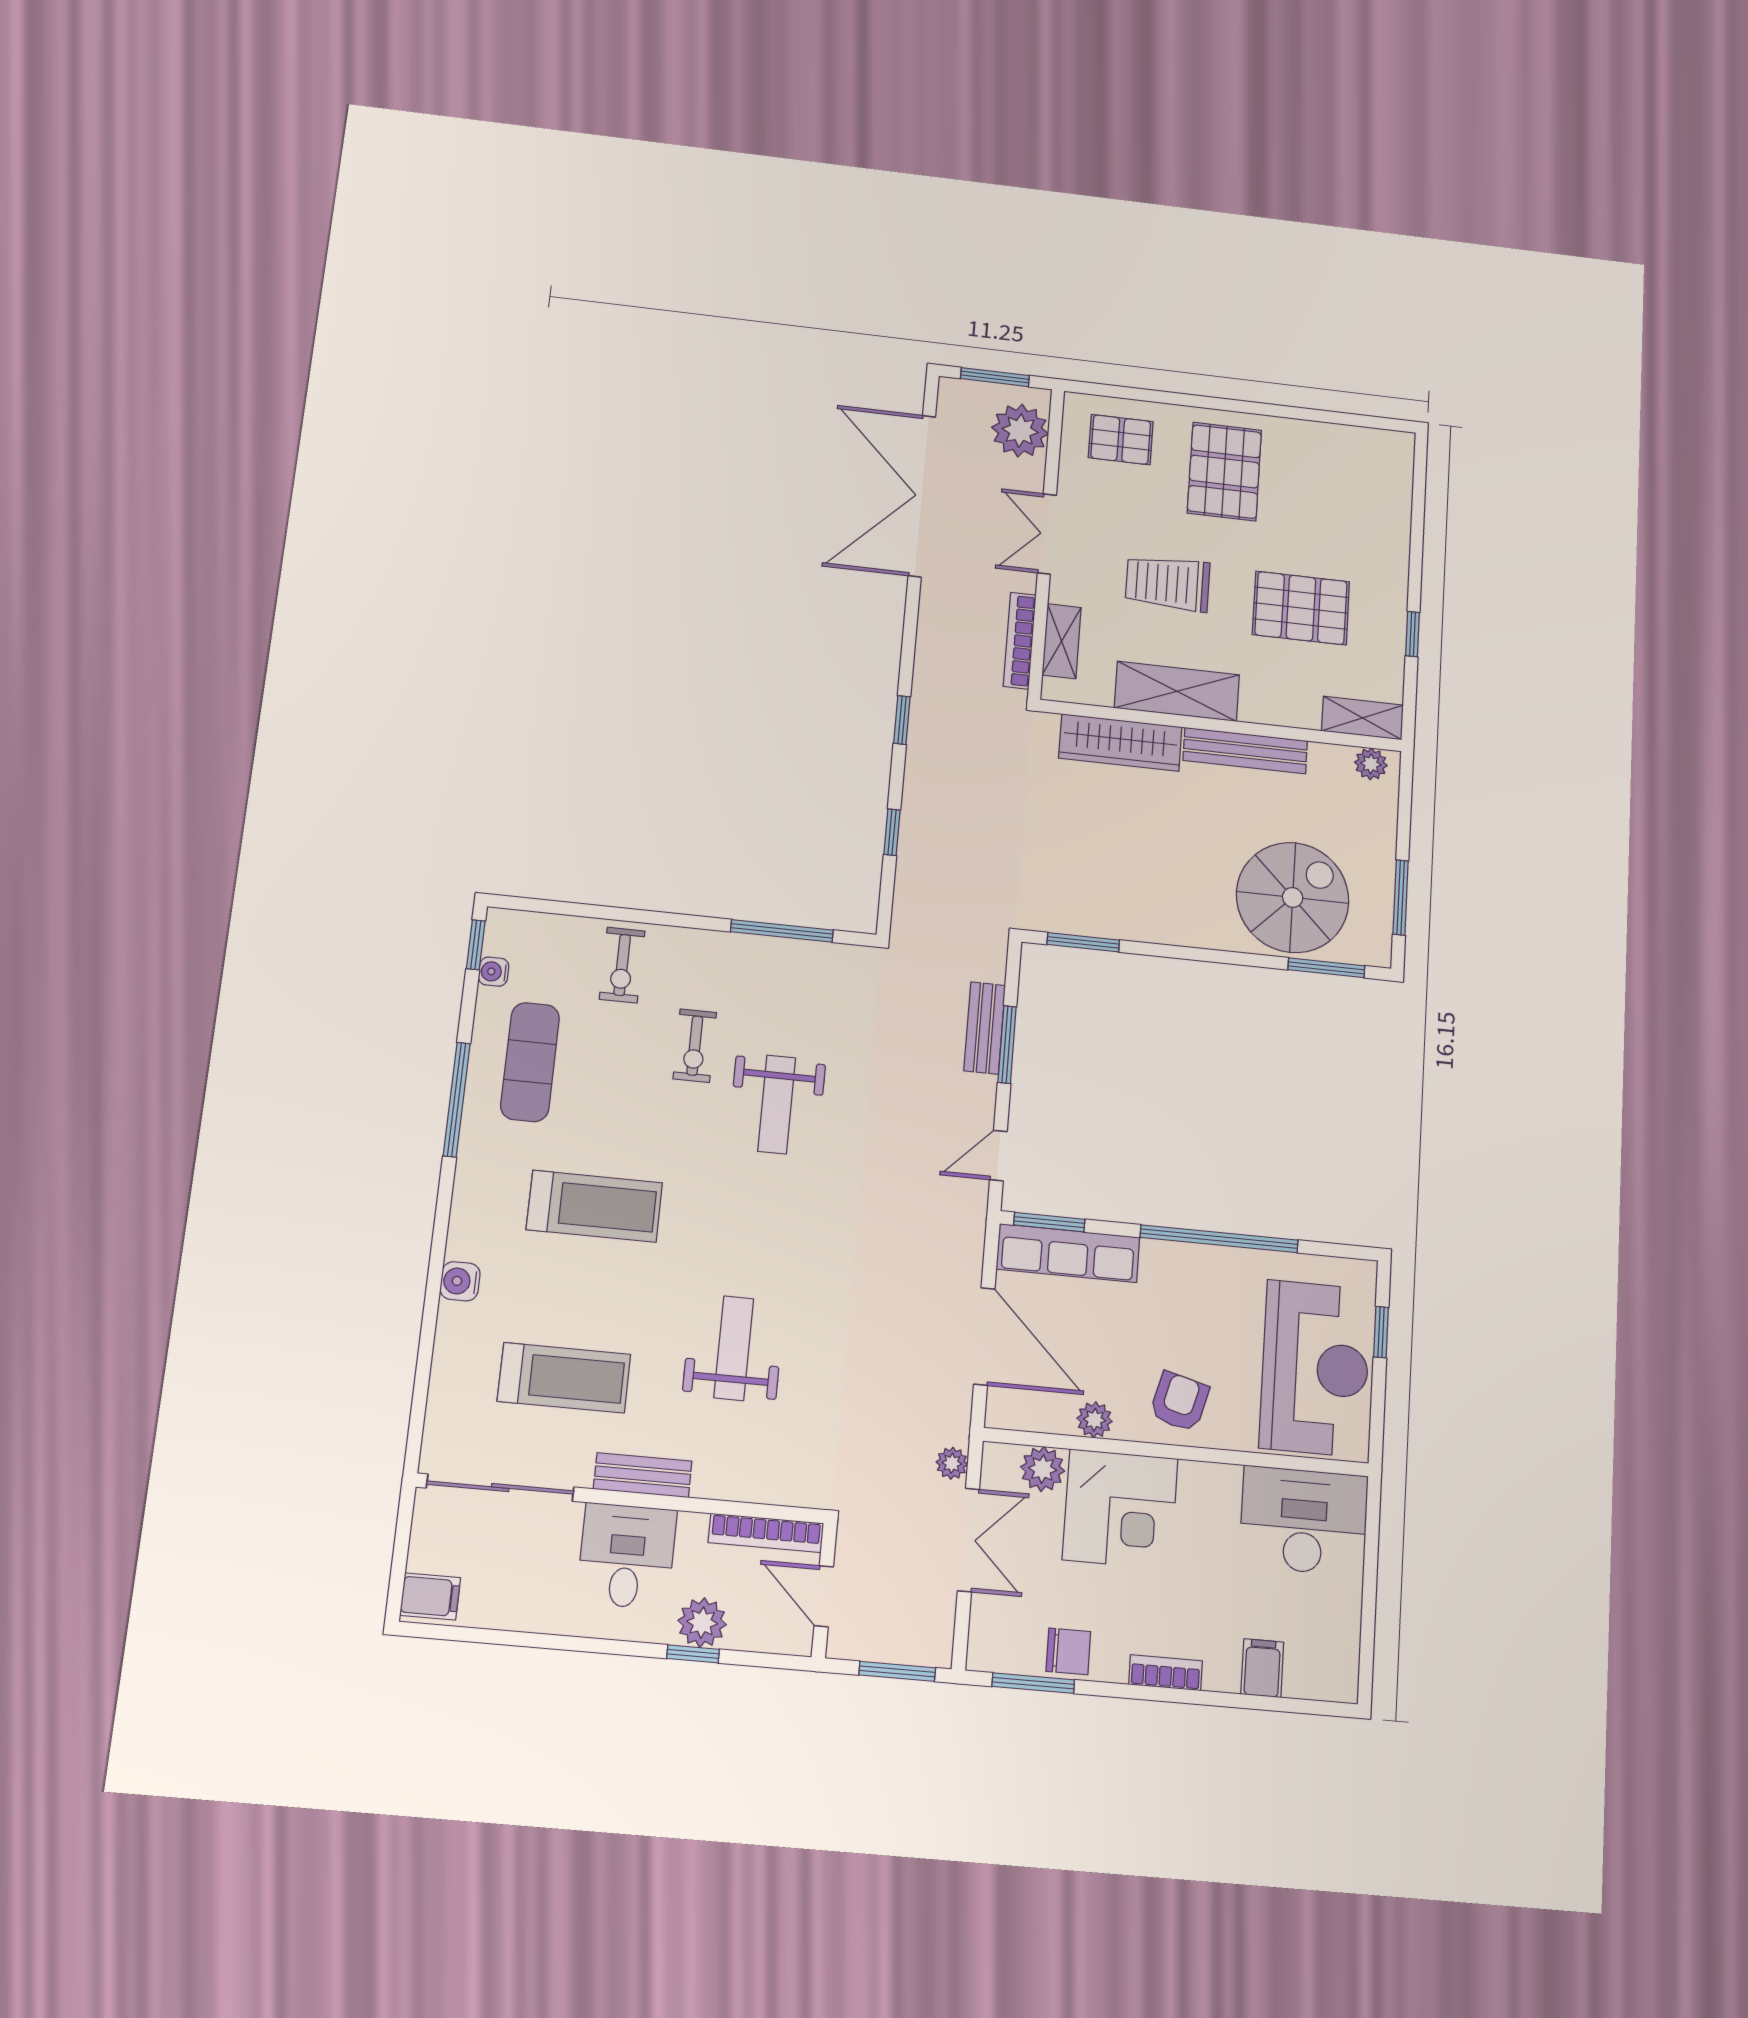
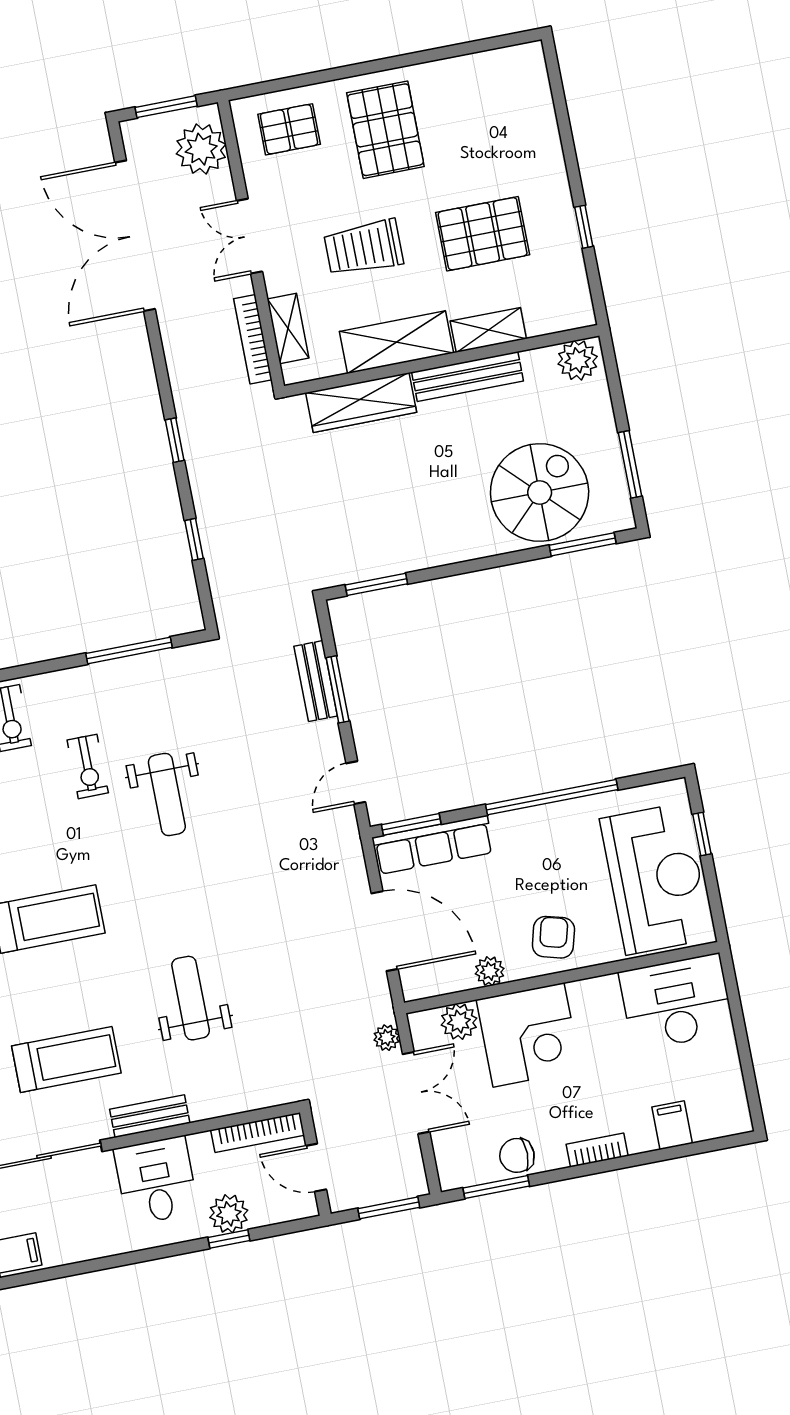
shelving: (1362, 718) -> (488, 330), moved
plant: (1371, 764) -> (578, 360), width x1.38, depth x1.38
chair: (1068, 1651) -> (517, 1155), turned 180

